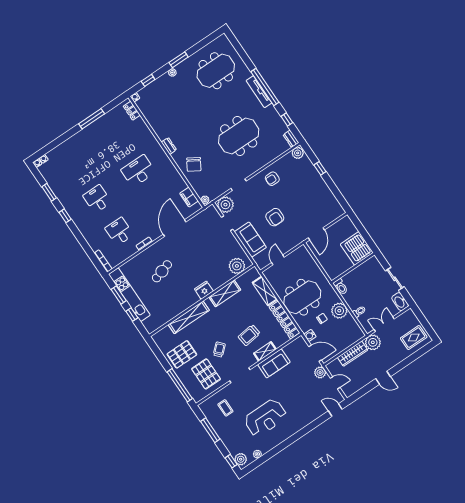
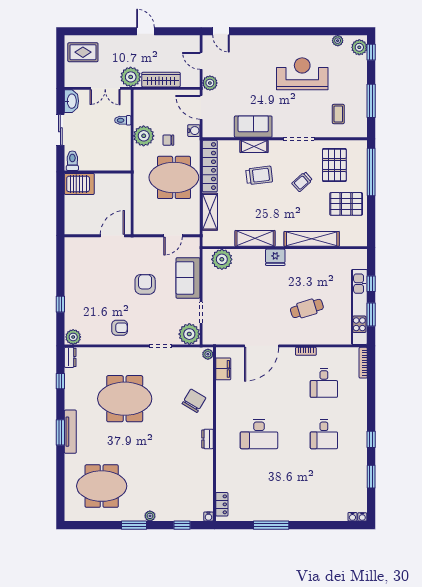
window: (265, 87) -> (60, 432), width x0.47
server rack: (357, 248) -> (79, 184), width x0.62
toilet: (341, 287) -> (72, 161), moved

